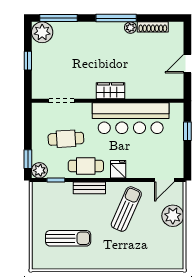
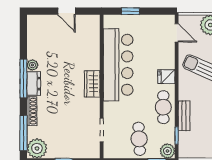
shoe rack: (153, 27) -> (32, 111), moved
dresser: (111, 29) -> (34, 84), added
cafe table: (66, 139) -> (139, 139), moved
bench: (89, 188) -> (184, 116), moved

